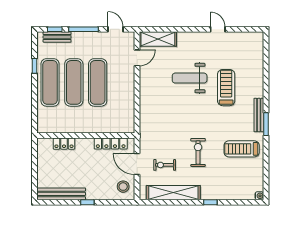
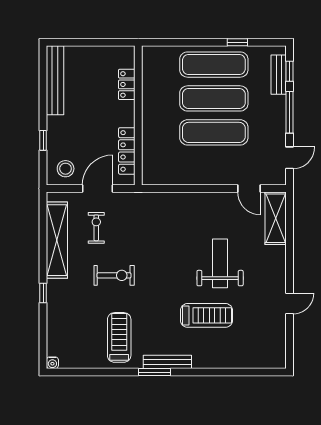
window: (87, 202) -> (43, 140), moved

